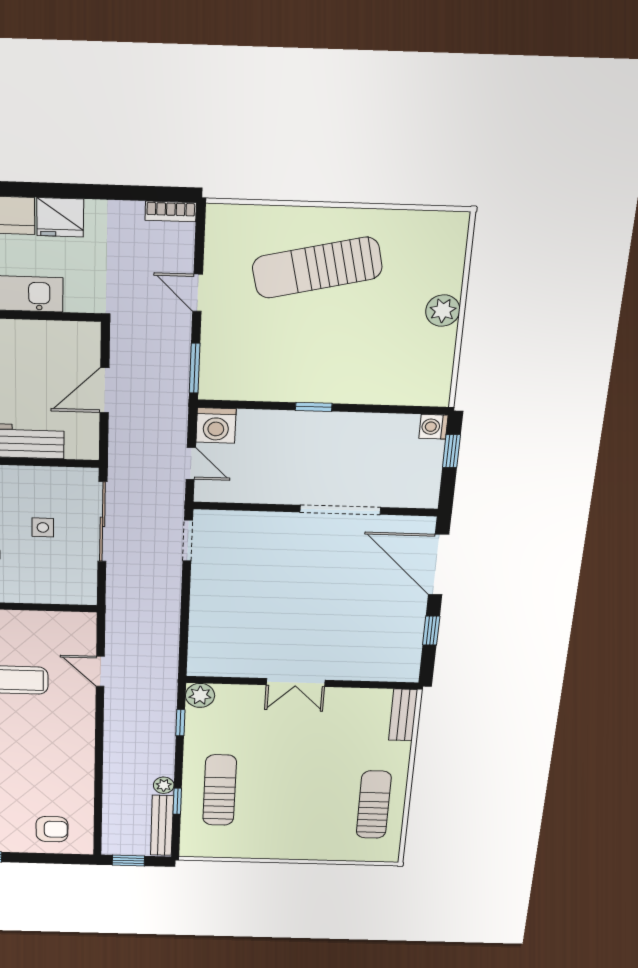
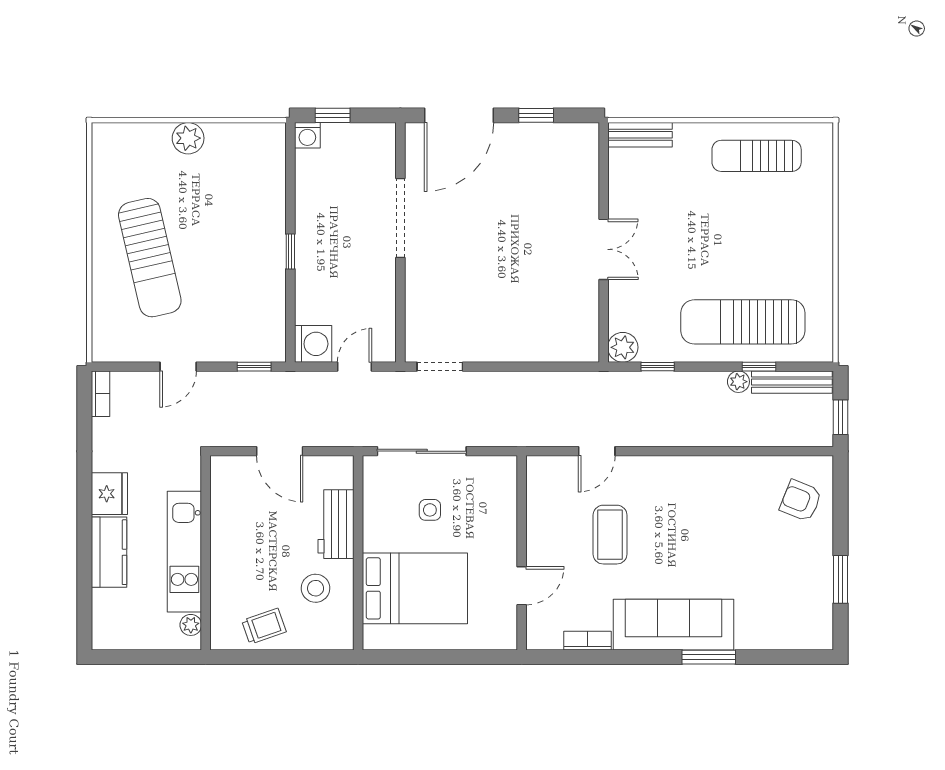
window: (195, 368) -> (254, 367), width x0.67
sun lounger: (220, 790) -> (743, 322), width x1.36, depth x1.34
armchair: (52, 829) -> (801, 501), turned -68

